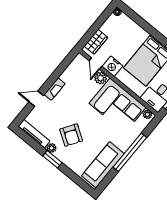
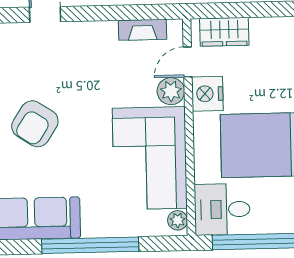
fireplace: (55, 89) -> (143, 30), moved

